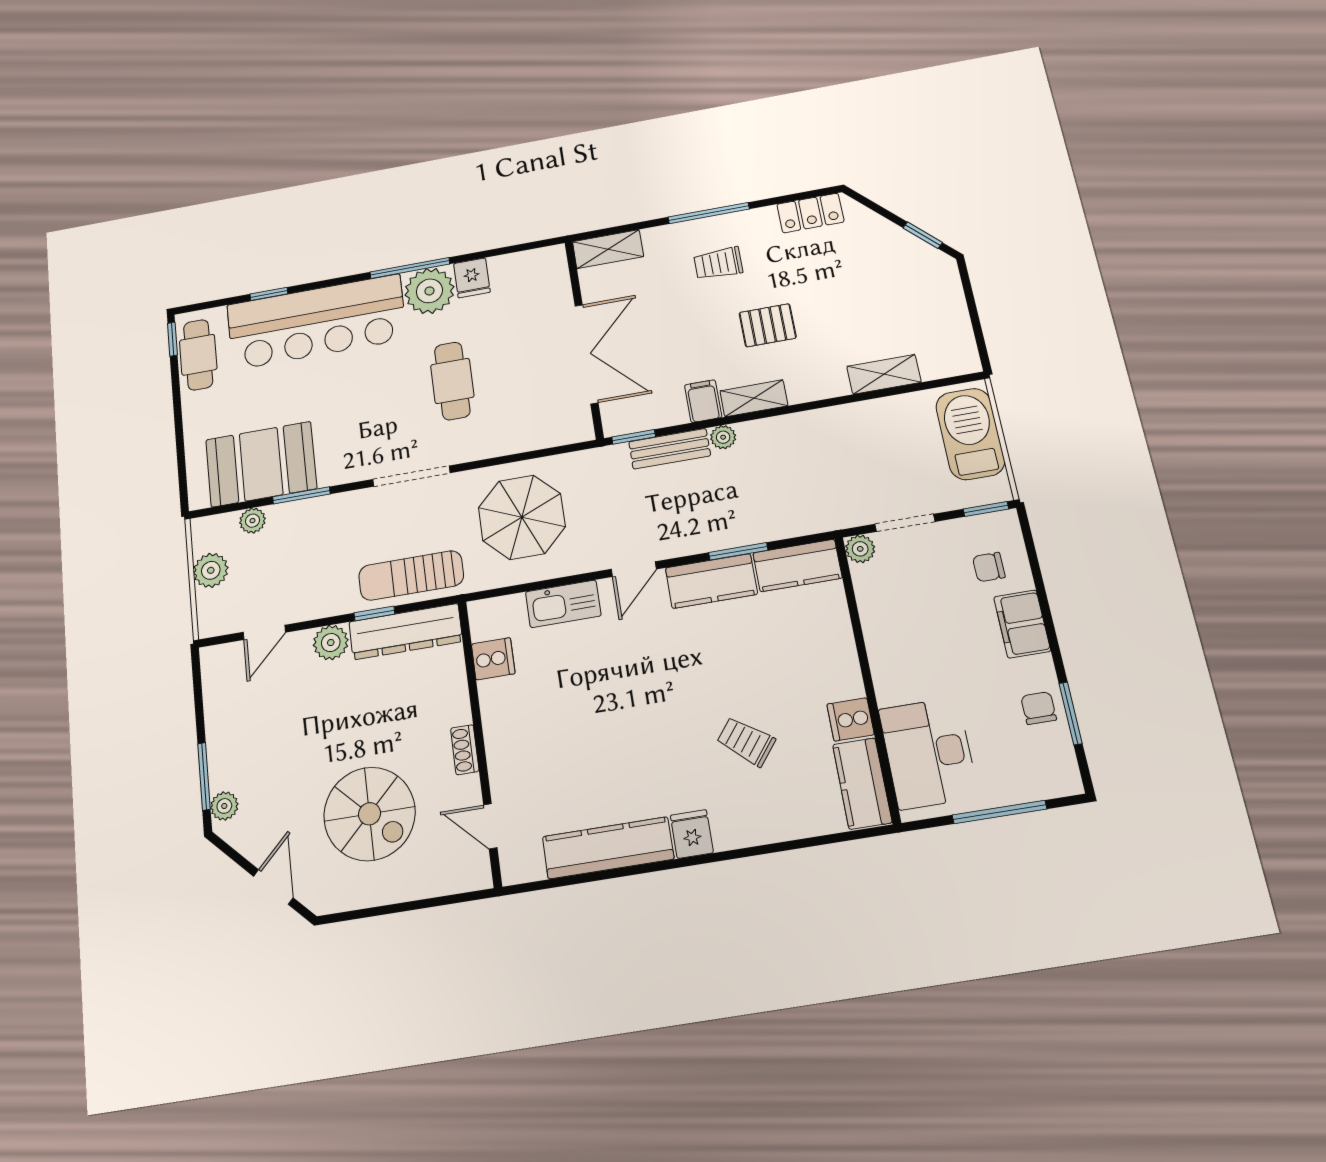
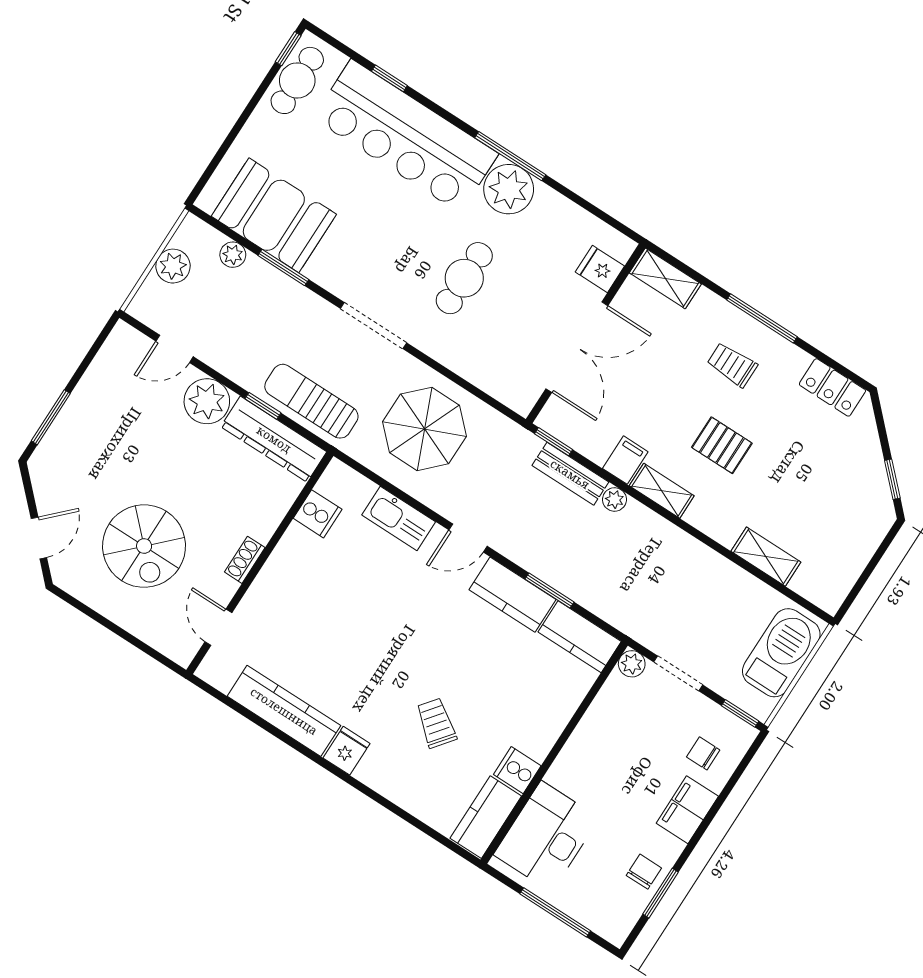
fridge: (472, 278) -> (600, 269), moved, turned 90
plant: (331, 643) -> (207, 401), width x1.36, depth x1.36
plant: (224, 806) -> (49, 451), removed

